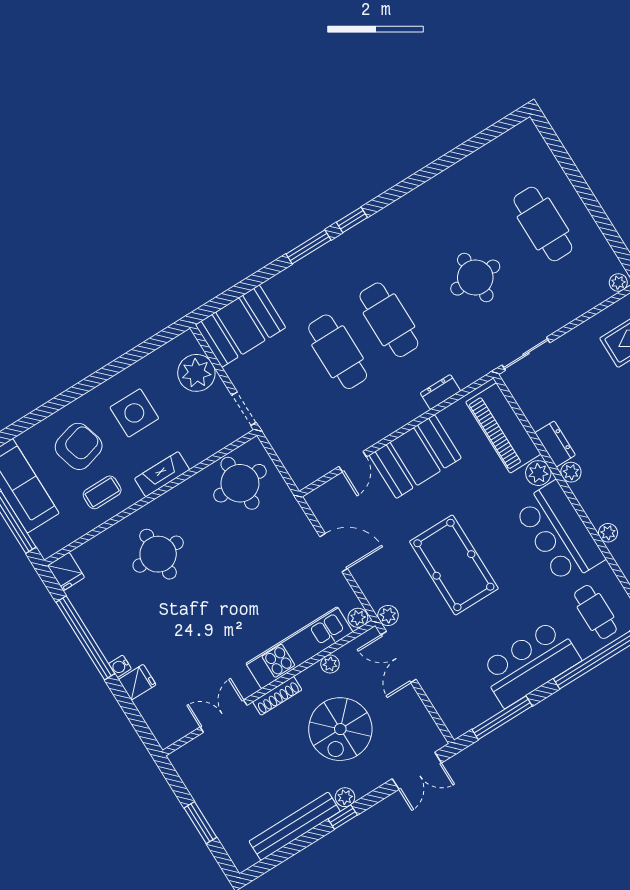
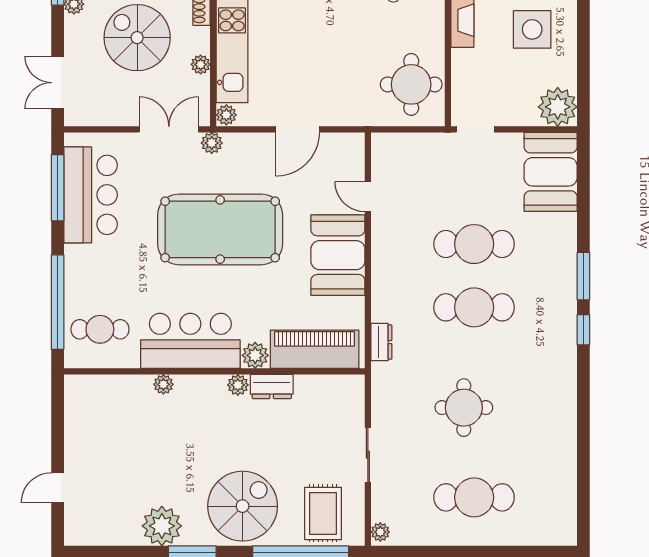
sliding door: (526, 354) -> (368, 455), moved
plant: (196, 373) -> (558, 107), moved
dresser: (440, 392) -> (381, 342), moved
pool table: (454, 565) -> (220, 229), width x1.36, depth x1.32
bar counter: (530, 663) -> (91, 195), moved

